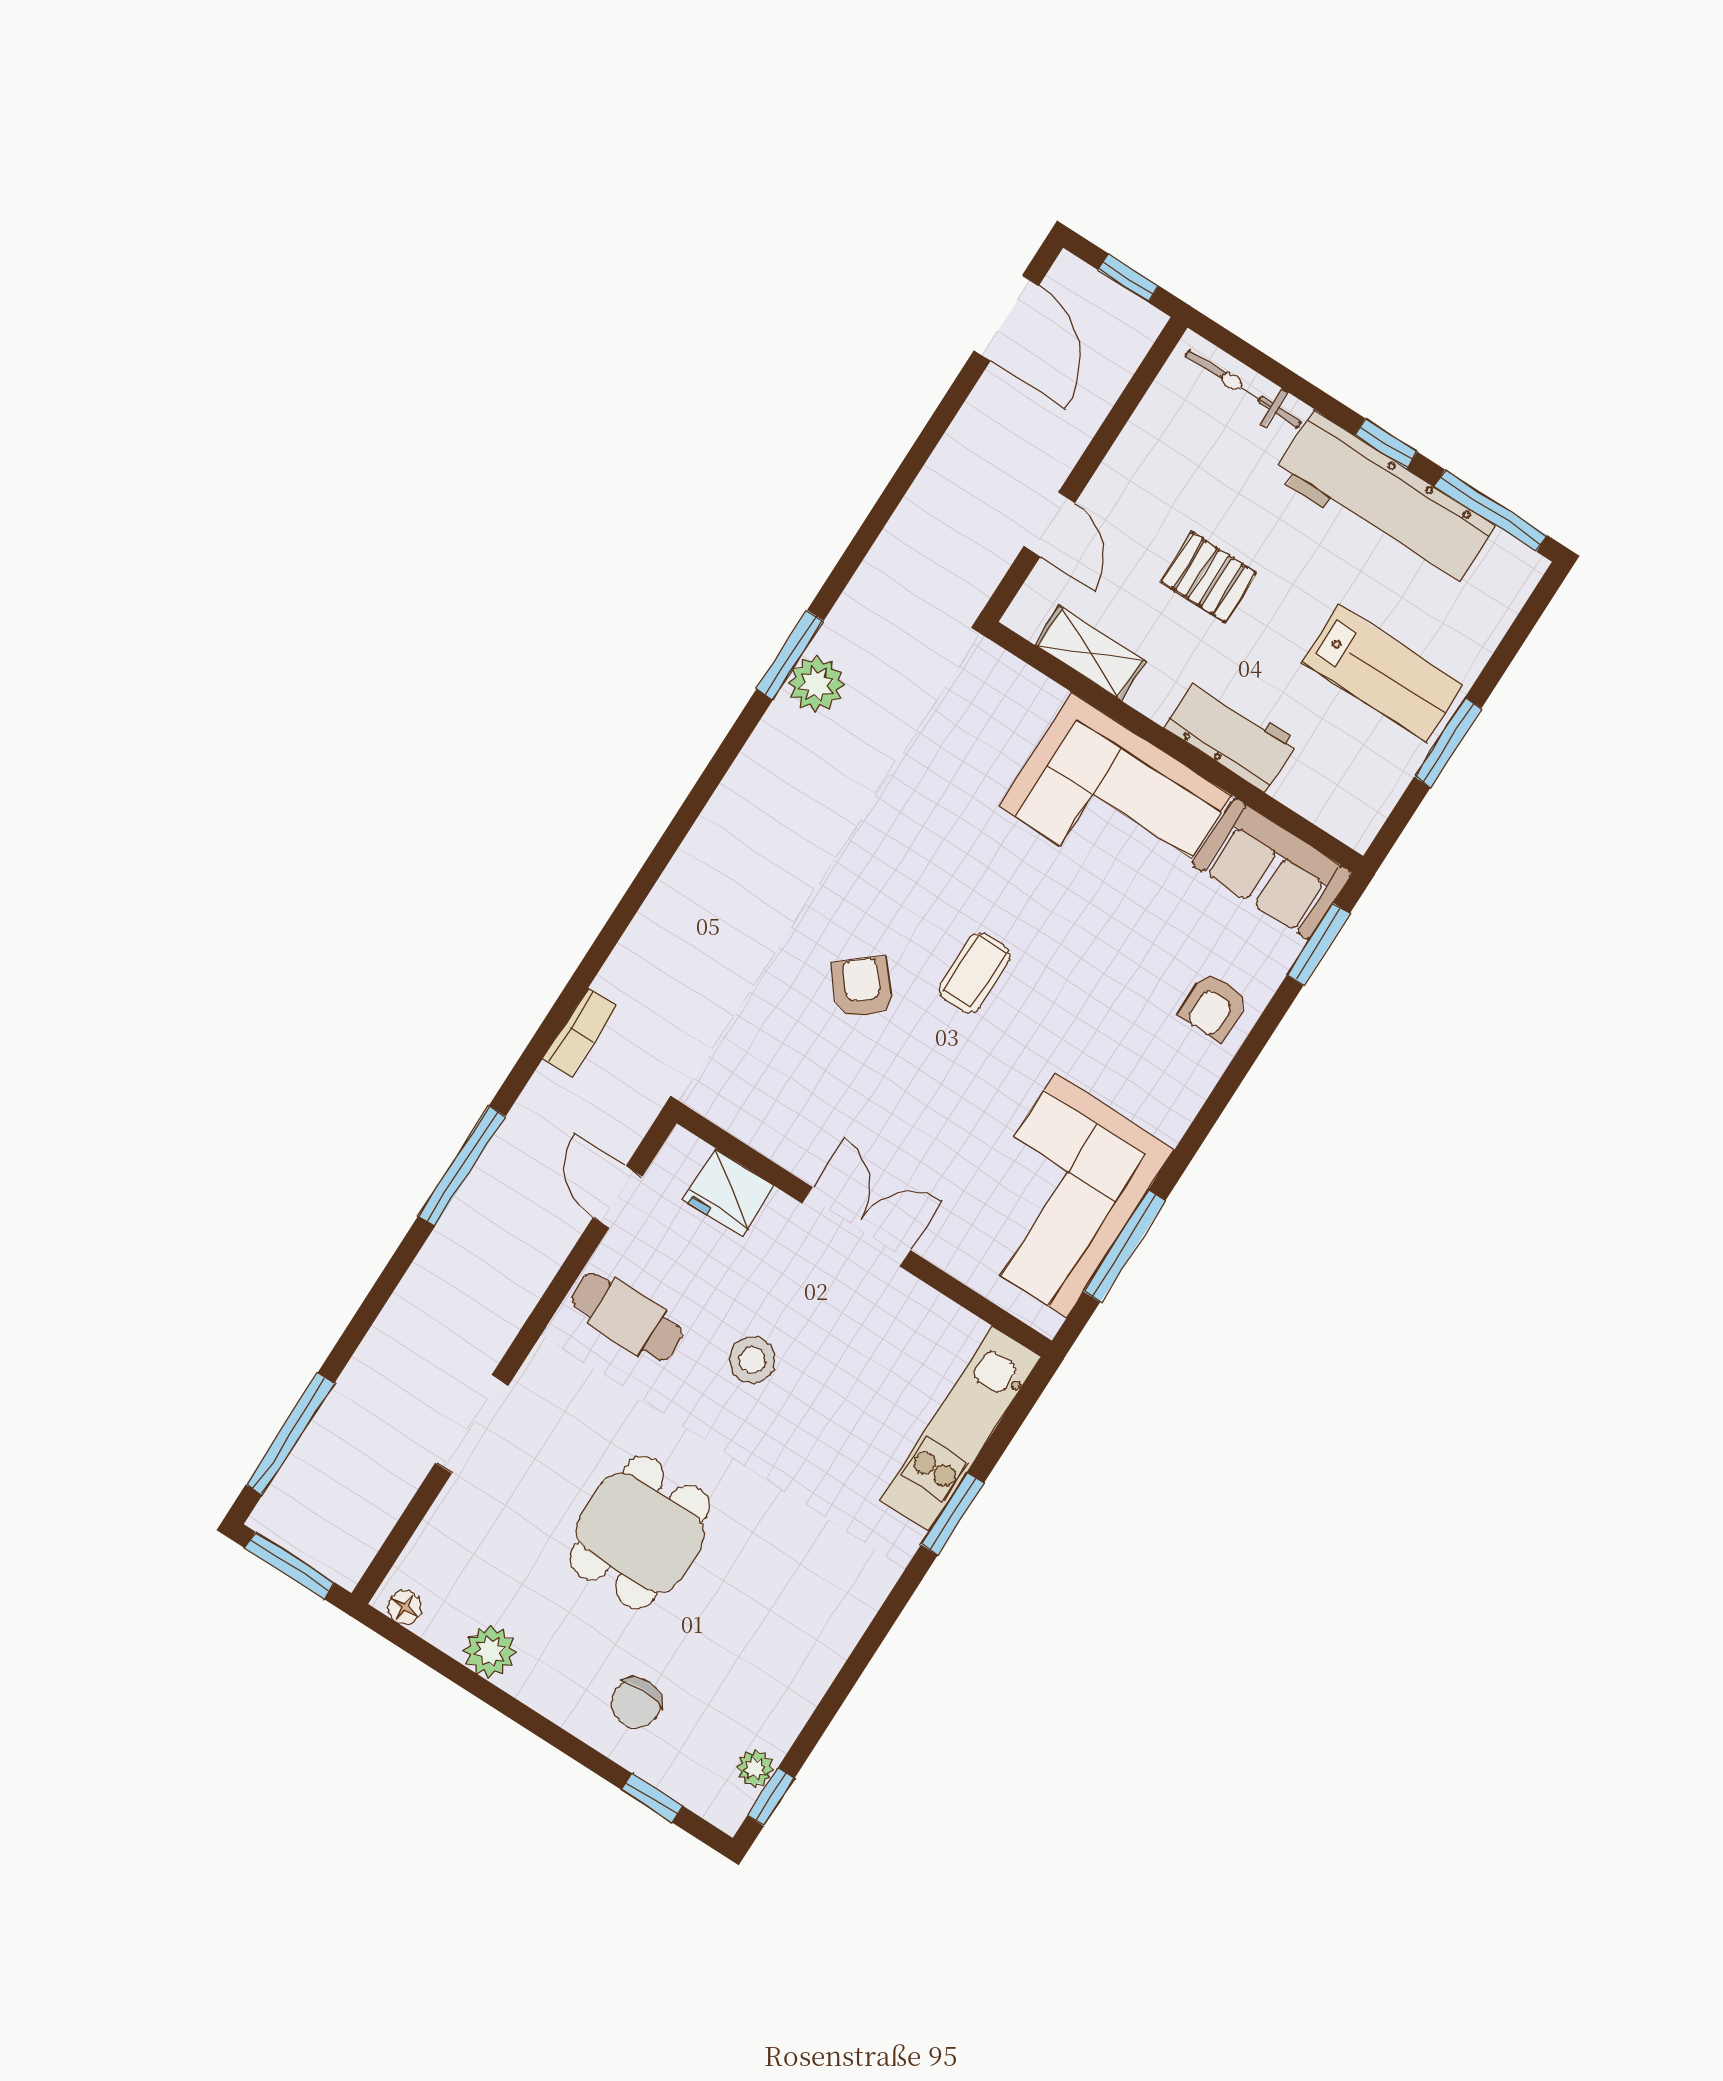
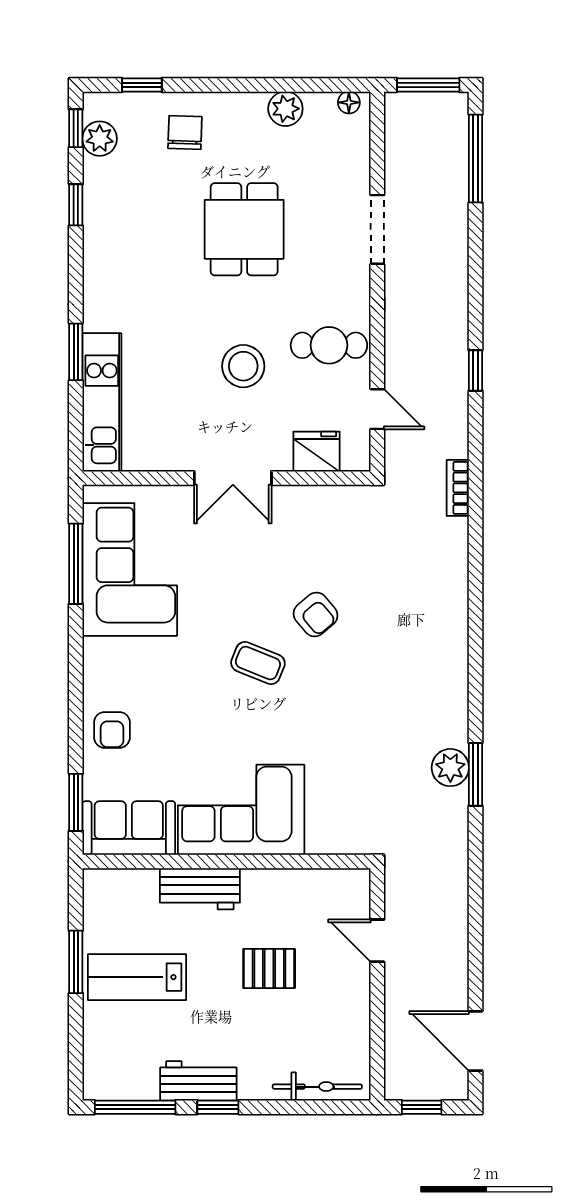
workbench: (1384, 501) -> (198, 1081), width x0.53, depth x0.76
shelving: (1090, 653) -> (308, 883), removed
coffee table: (975, 973) -> (258, 663), turned -68
armchair: (1214, 1006) -> (112, 730), turned 180
window: (462, 1166) -> (476, 371), width x0.46
stool: (752, 1360) -> (243, 366), width x1.38, depth x1.38
window: (833, 1700) -> (76, 205), added
plant: (755, 1768) -> (100, 139), width x1.38, depth x1.38

